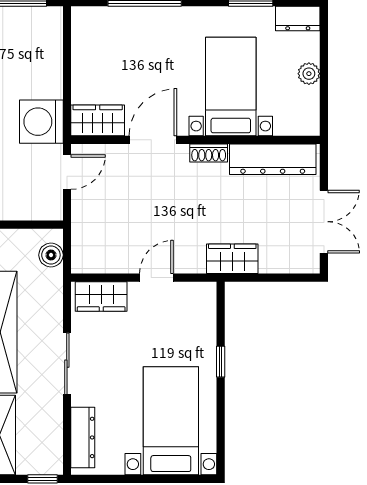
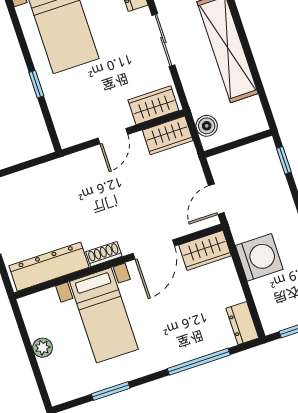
dresser: (298, 19) -> (242, 323), moved, turned -90
washing machine: (41, 122) -> (259, 257), moved
wardrobe: (232, 259) -> (168, 135), moved

